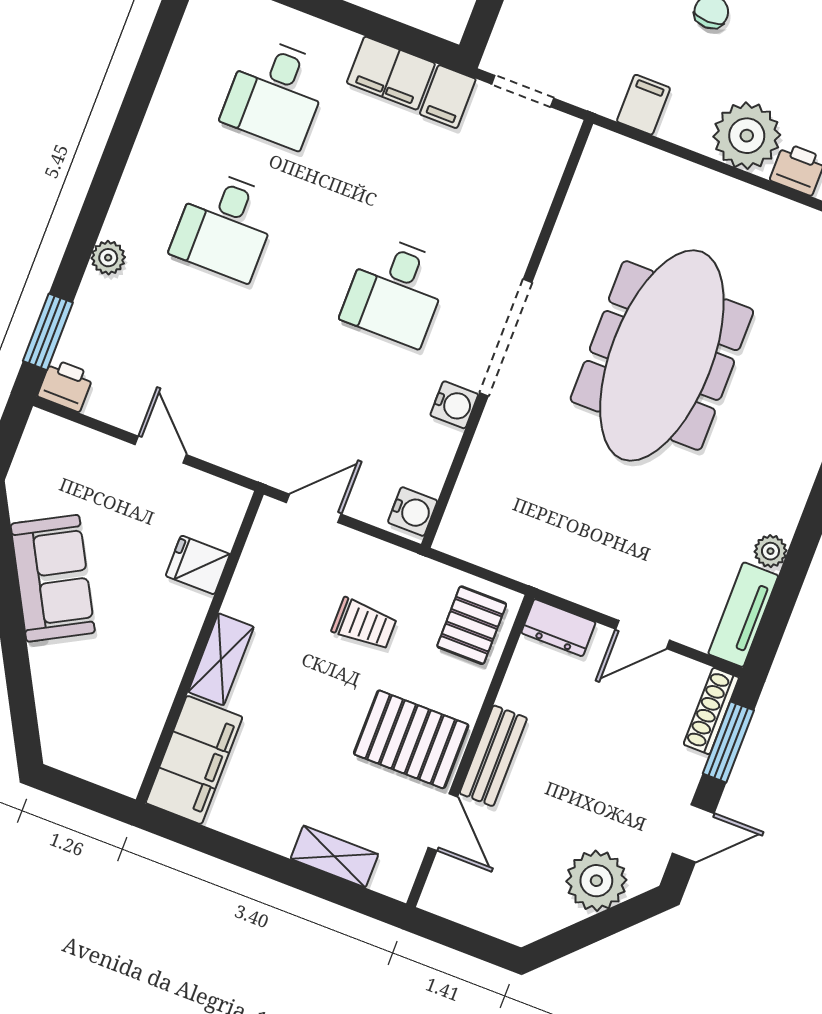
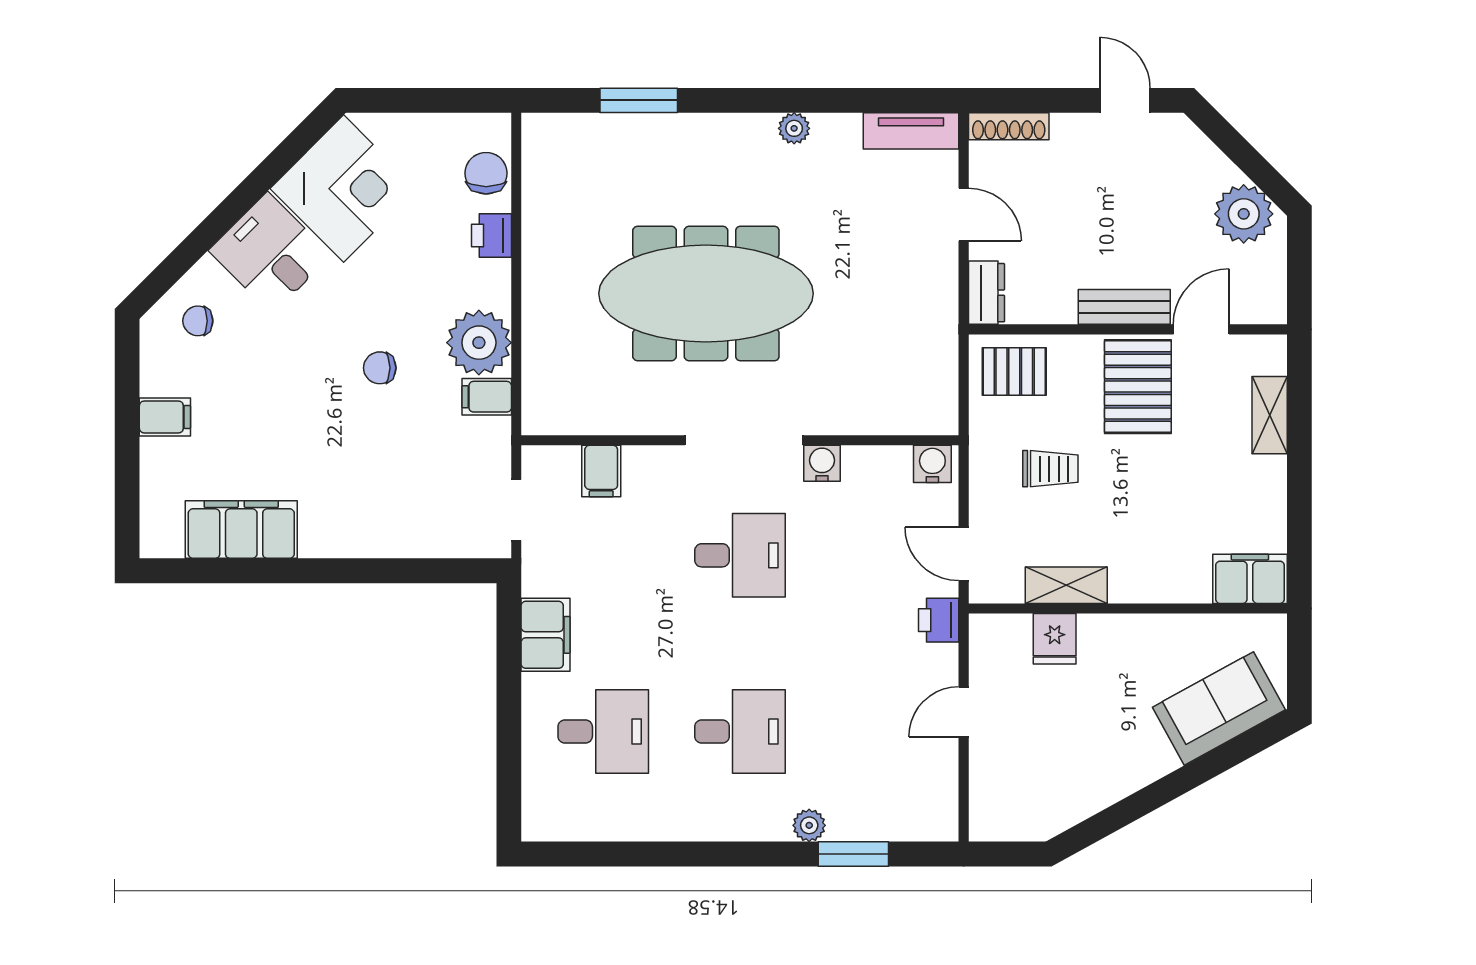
filing cabinet: (448, 97) -> (601, 471), moved, turned 90
plant: (747, 136) -> (479, 343), moved
window: (48, 332) -> (853, 854), moved
printer: (66, 385) -> (939, 620), moved
plant: (770, 551) -> (794, 128), moved
sofa: (53, 578) -> (1219, 708), moved
trolley: (364, 624) -> (1050, 469), turned 90
shelving: (221, 659) -> (1066, 585), moved
window: (728, 742) -> (1031, 100), removed
filing cabinet: (194, 760) -> (1250, 579), width x0.67, depth x0.86
plant: (596, 881) -> (1244, 214), moved

